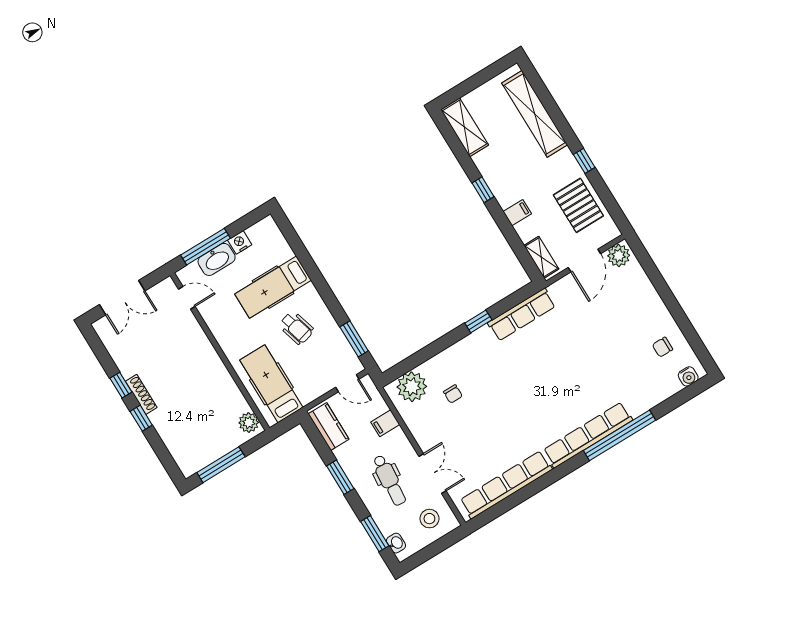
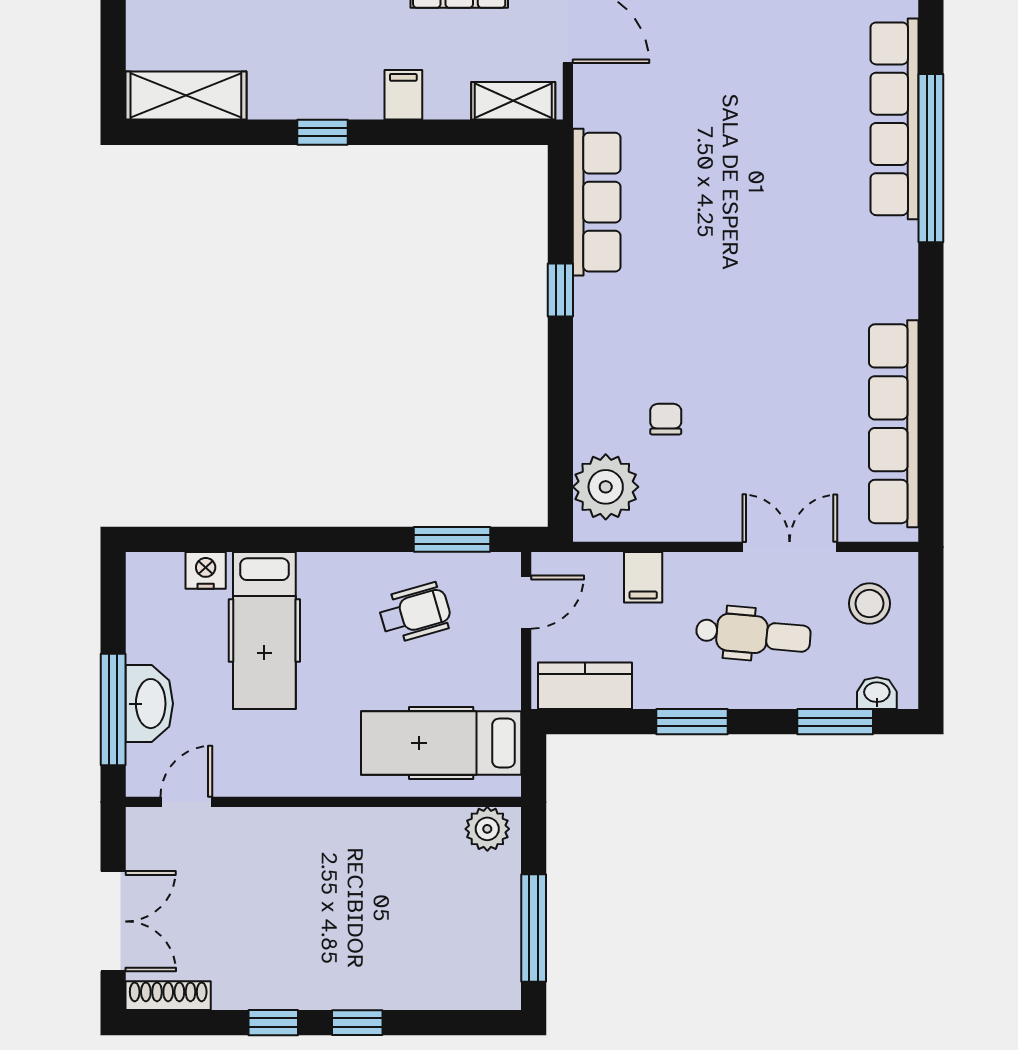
nightstand: (240, 242) -> (206, 570), moved, turned 90
wheelchair: (296, 328) -> (415, 613), moved
shoe rack: (141, 394) -> (168, 996), moved
chair: (453, 394) -> (666, 419), turned -90
row of seats: (588, 435) -> (894, 119), moved

